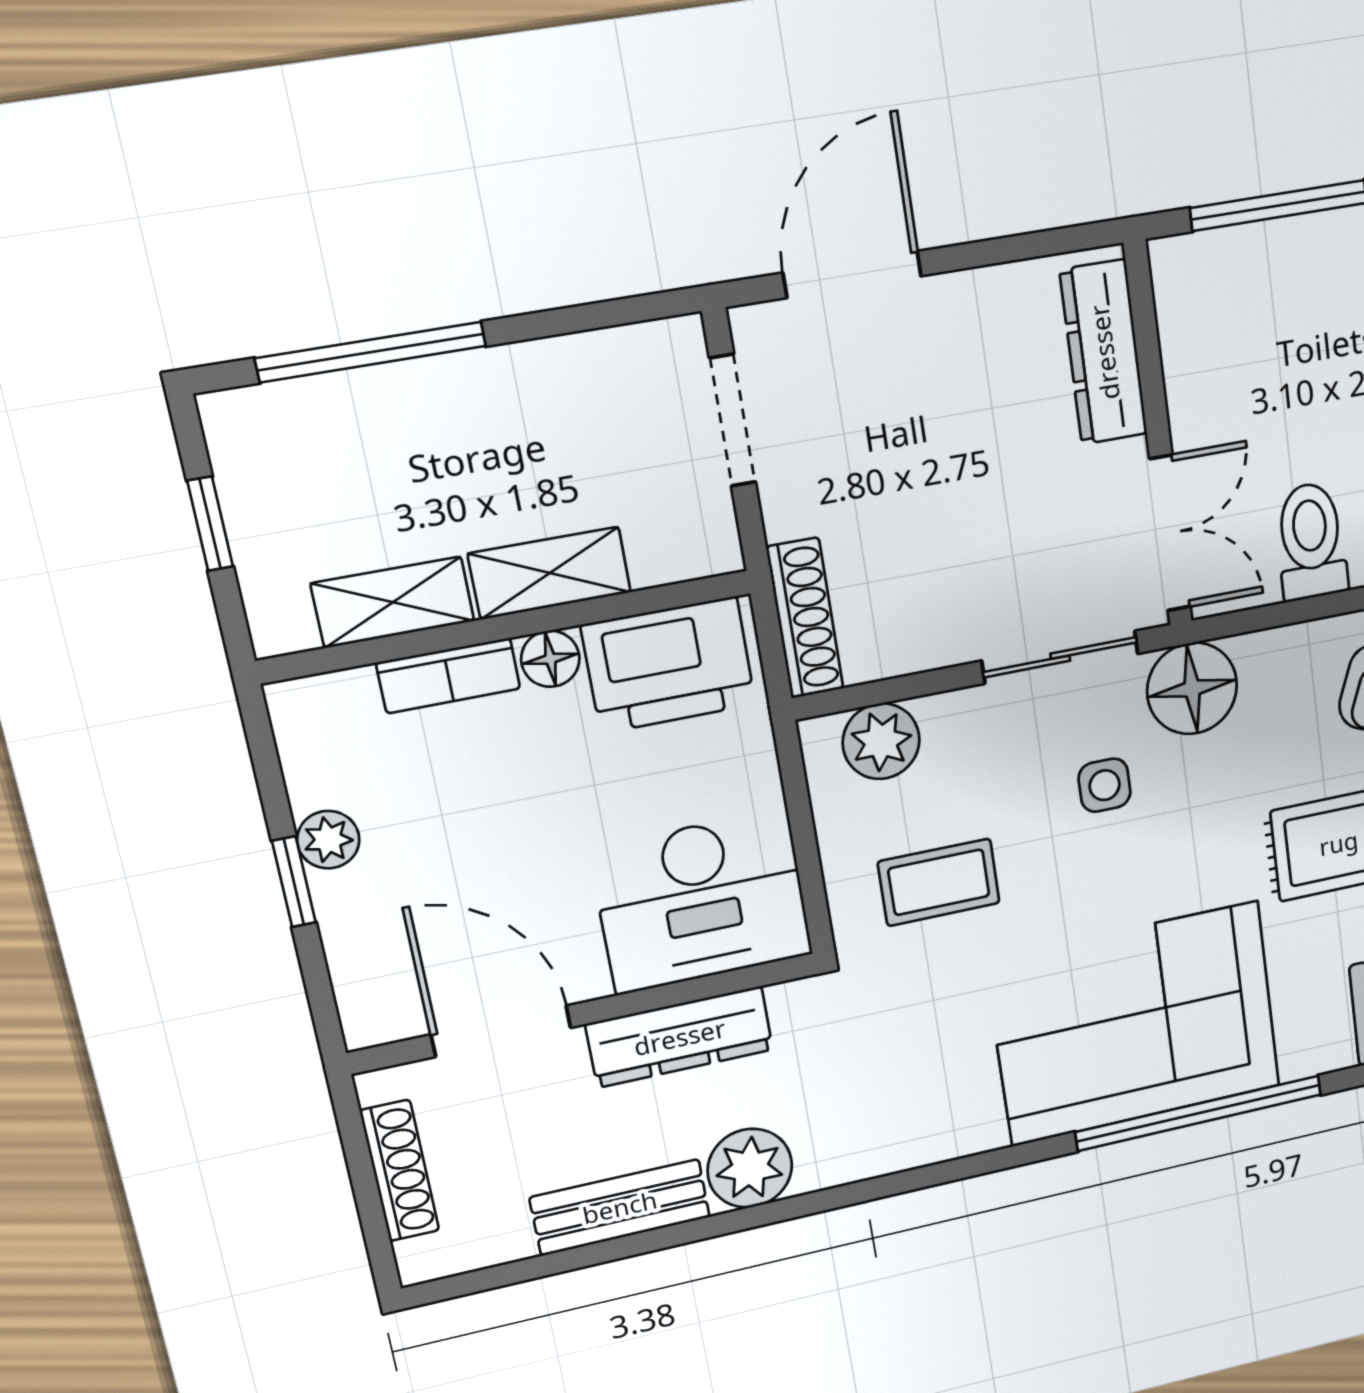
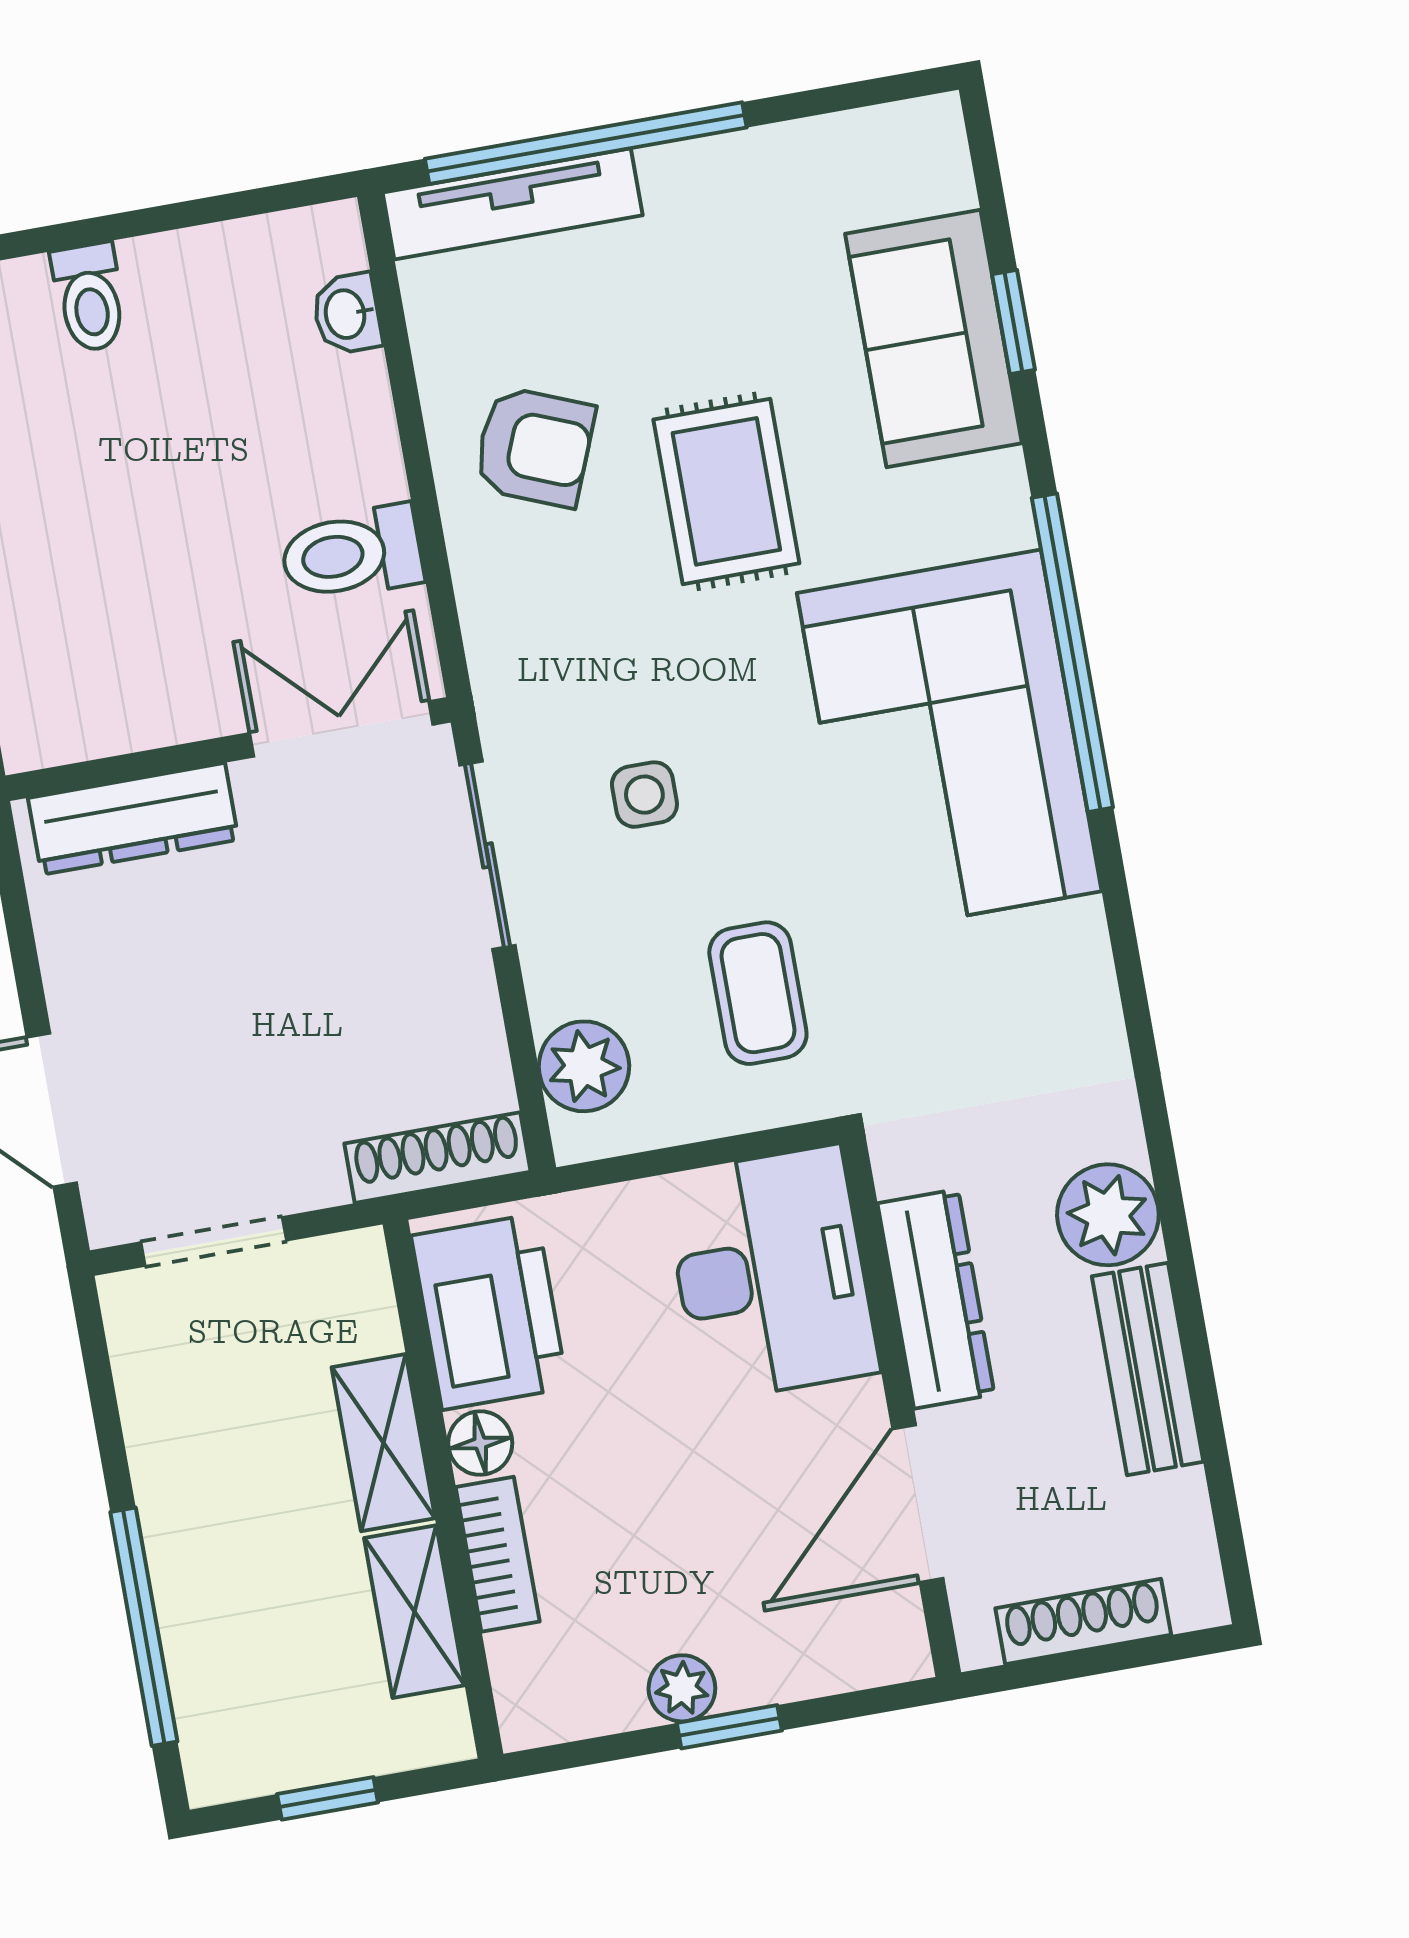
floor lamp: (1192, 688) -> (528, 692), removed

